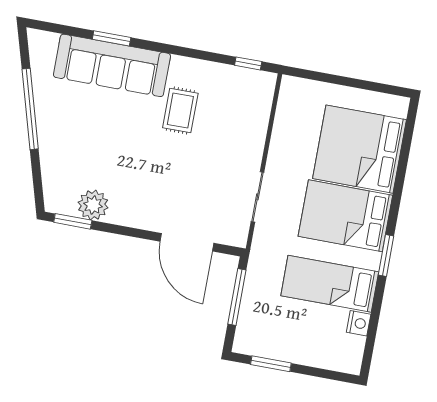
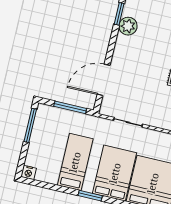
nightstand: (359, 323) -> (29, 172), moved
window: (271, 364) -> (30, 125), width x1.44

